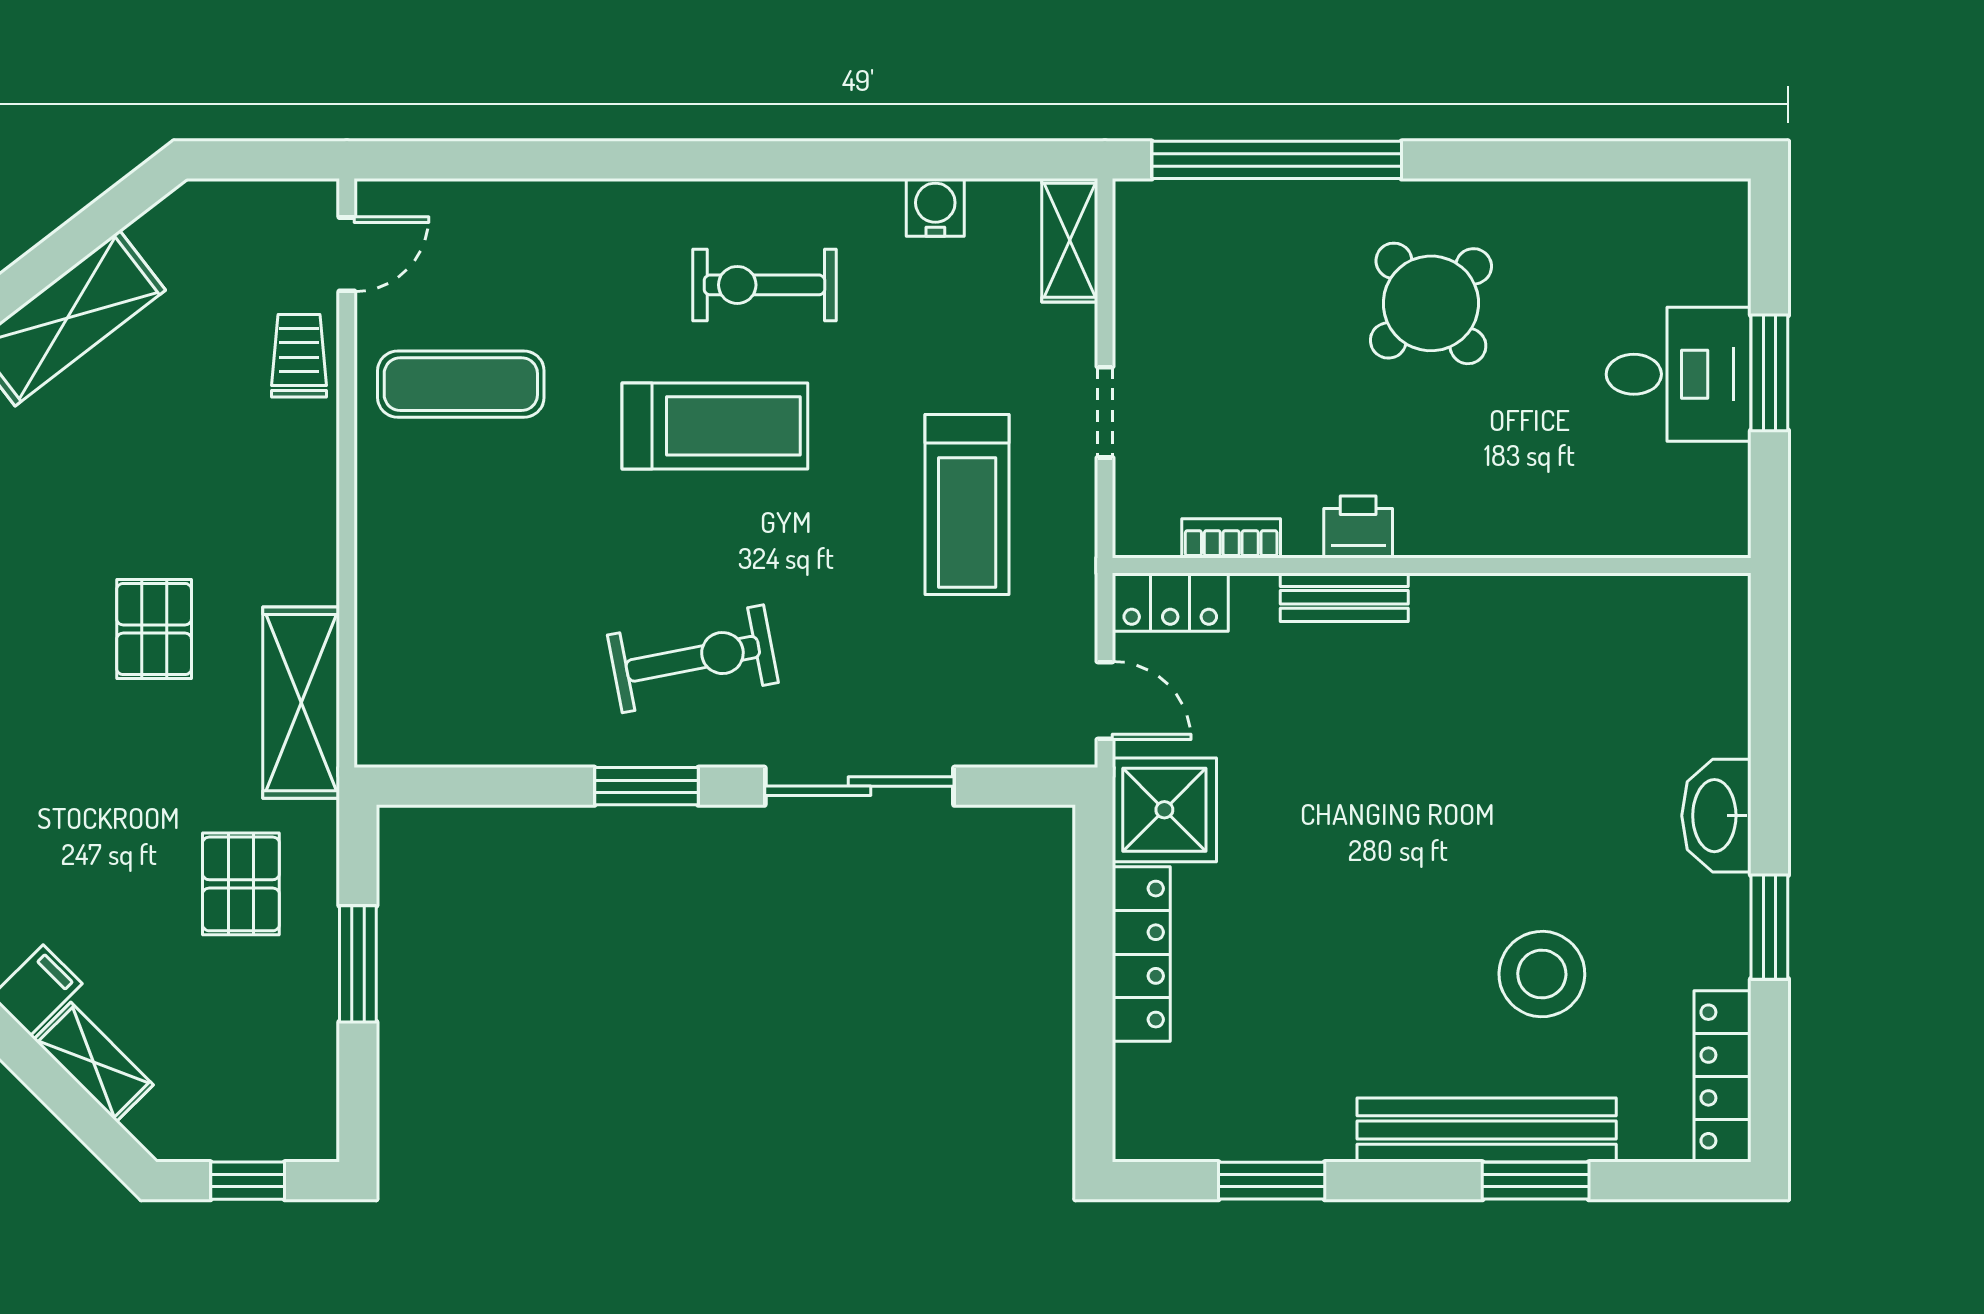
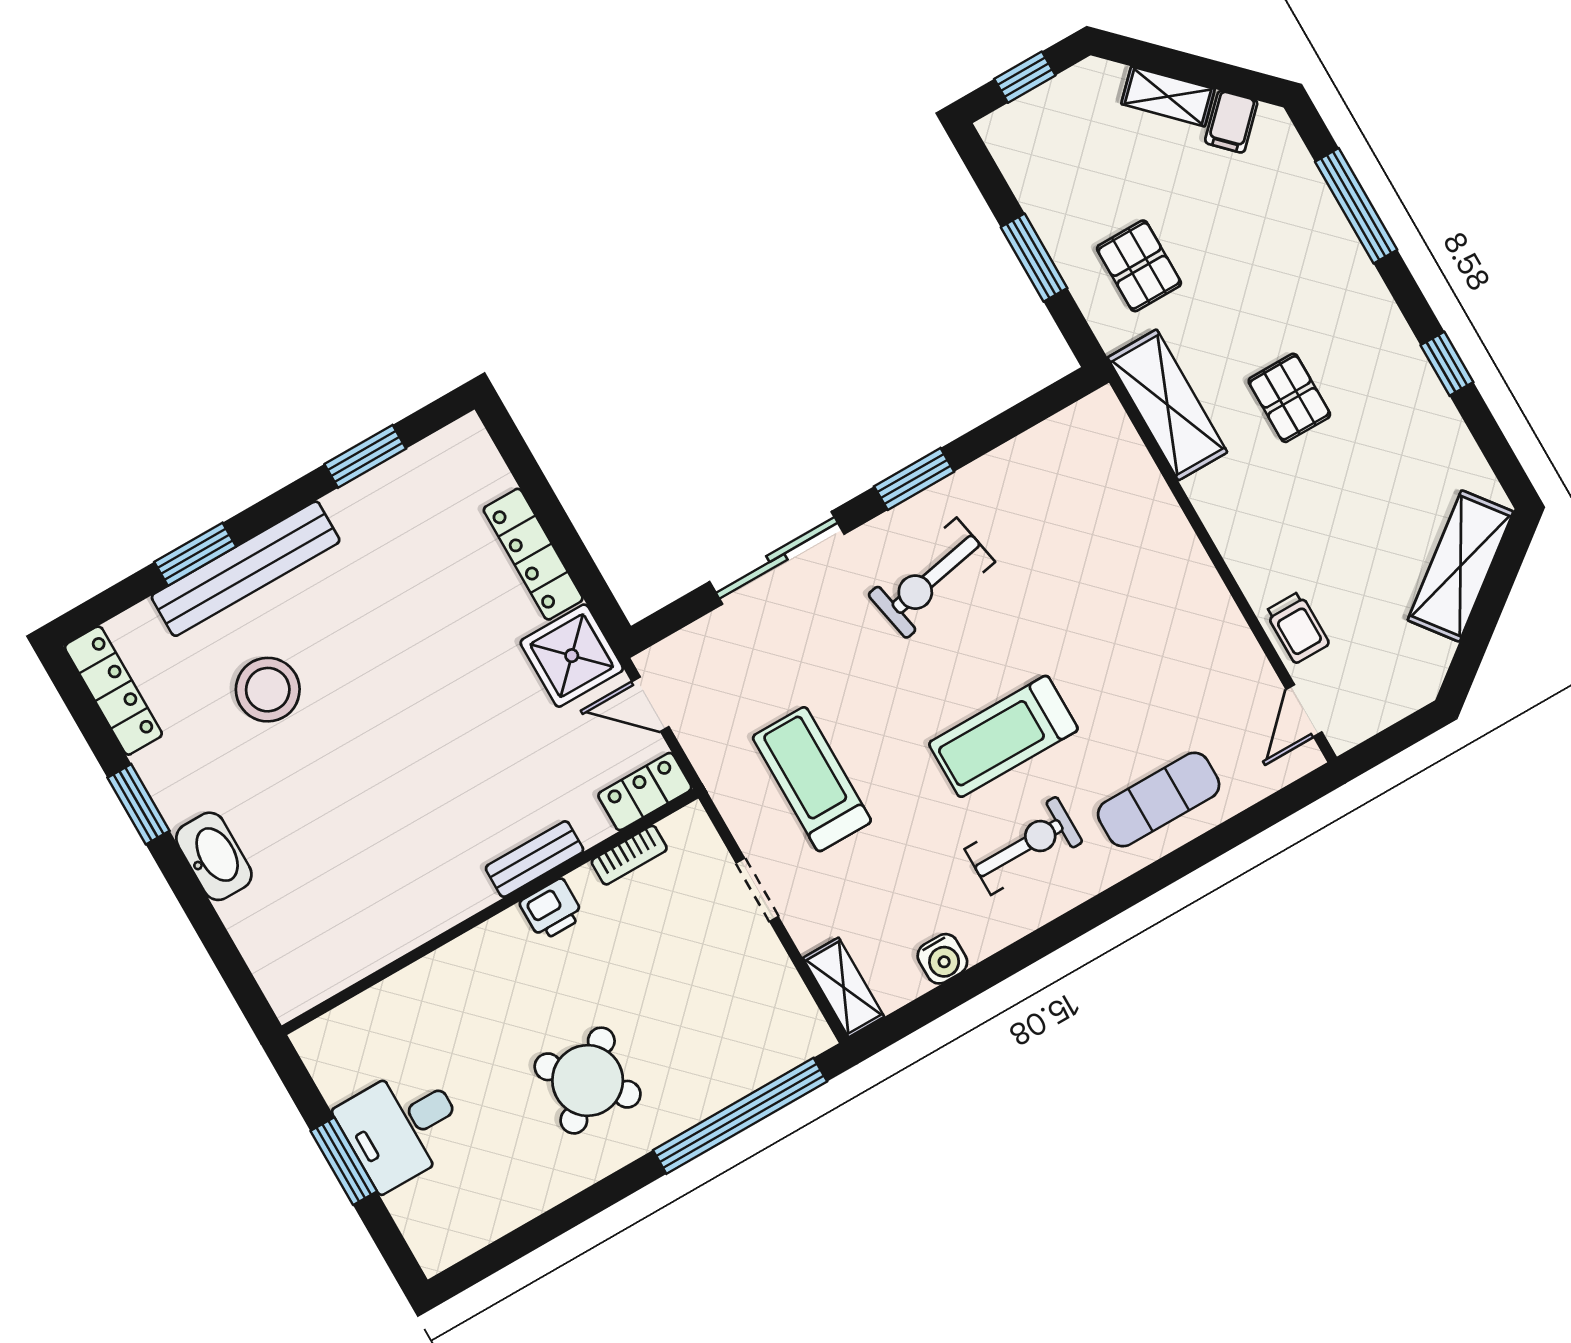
exercise mat: (461, 384) -> (1159, 800), moved

